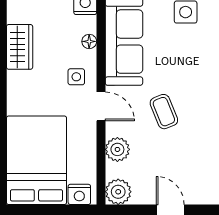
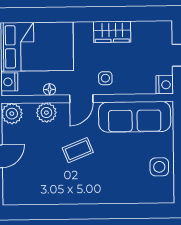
floor lamp: (89, 41) -> (49, 89), moved
wardrobe: (20, 47) -> (112, 32), moved

